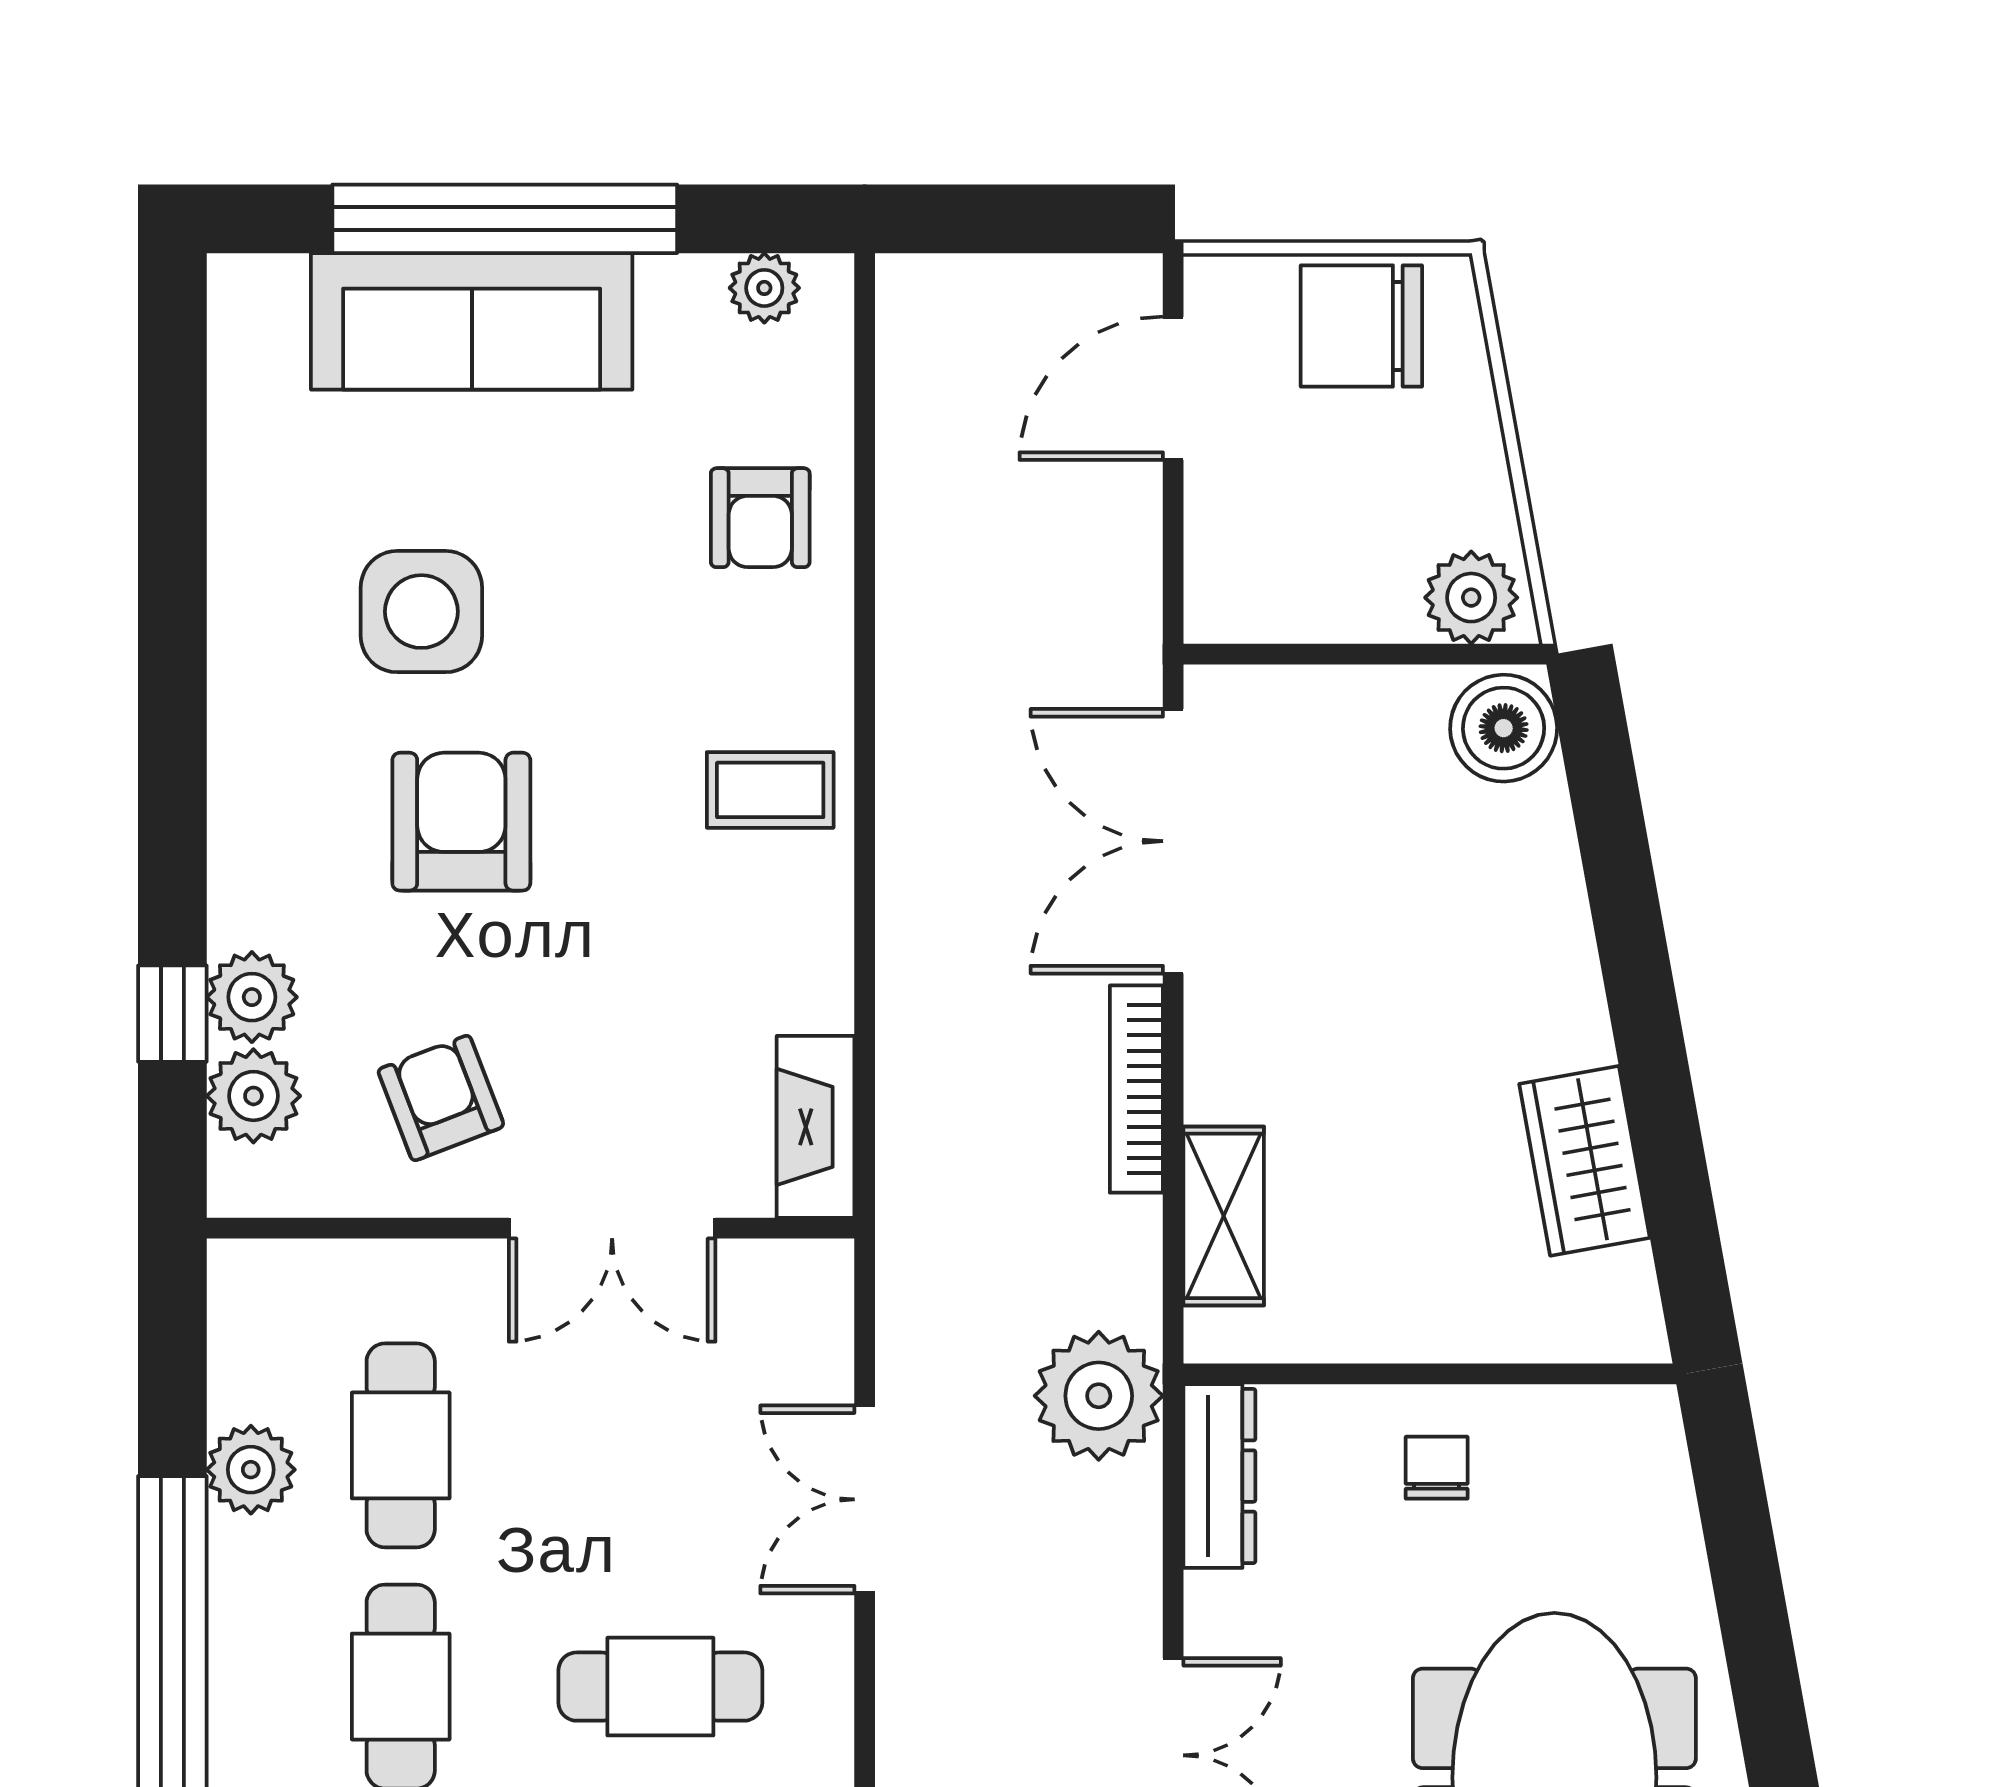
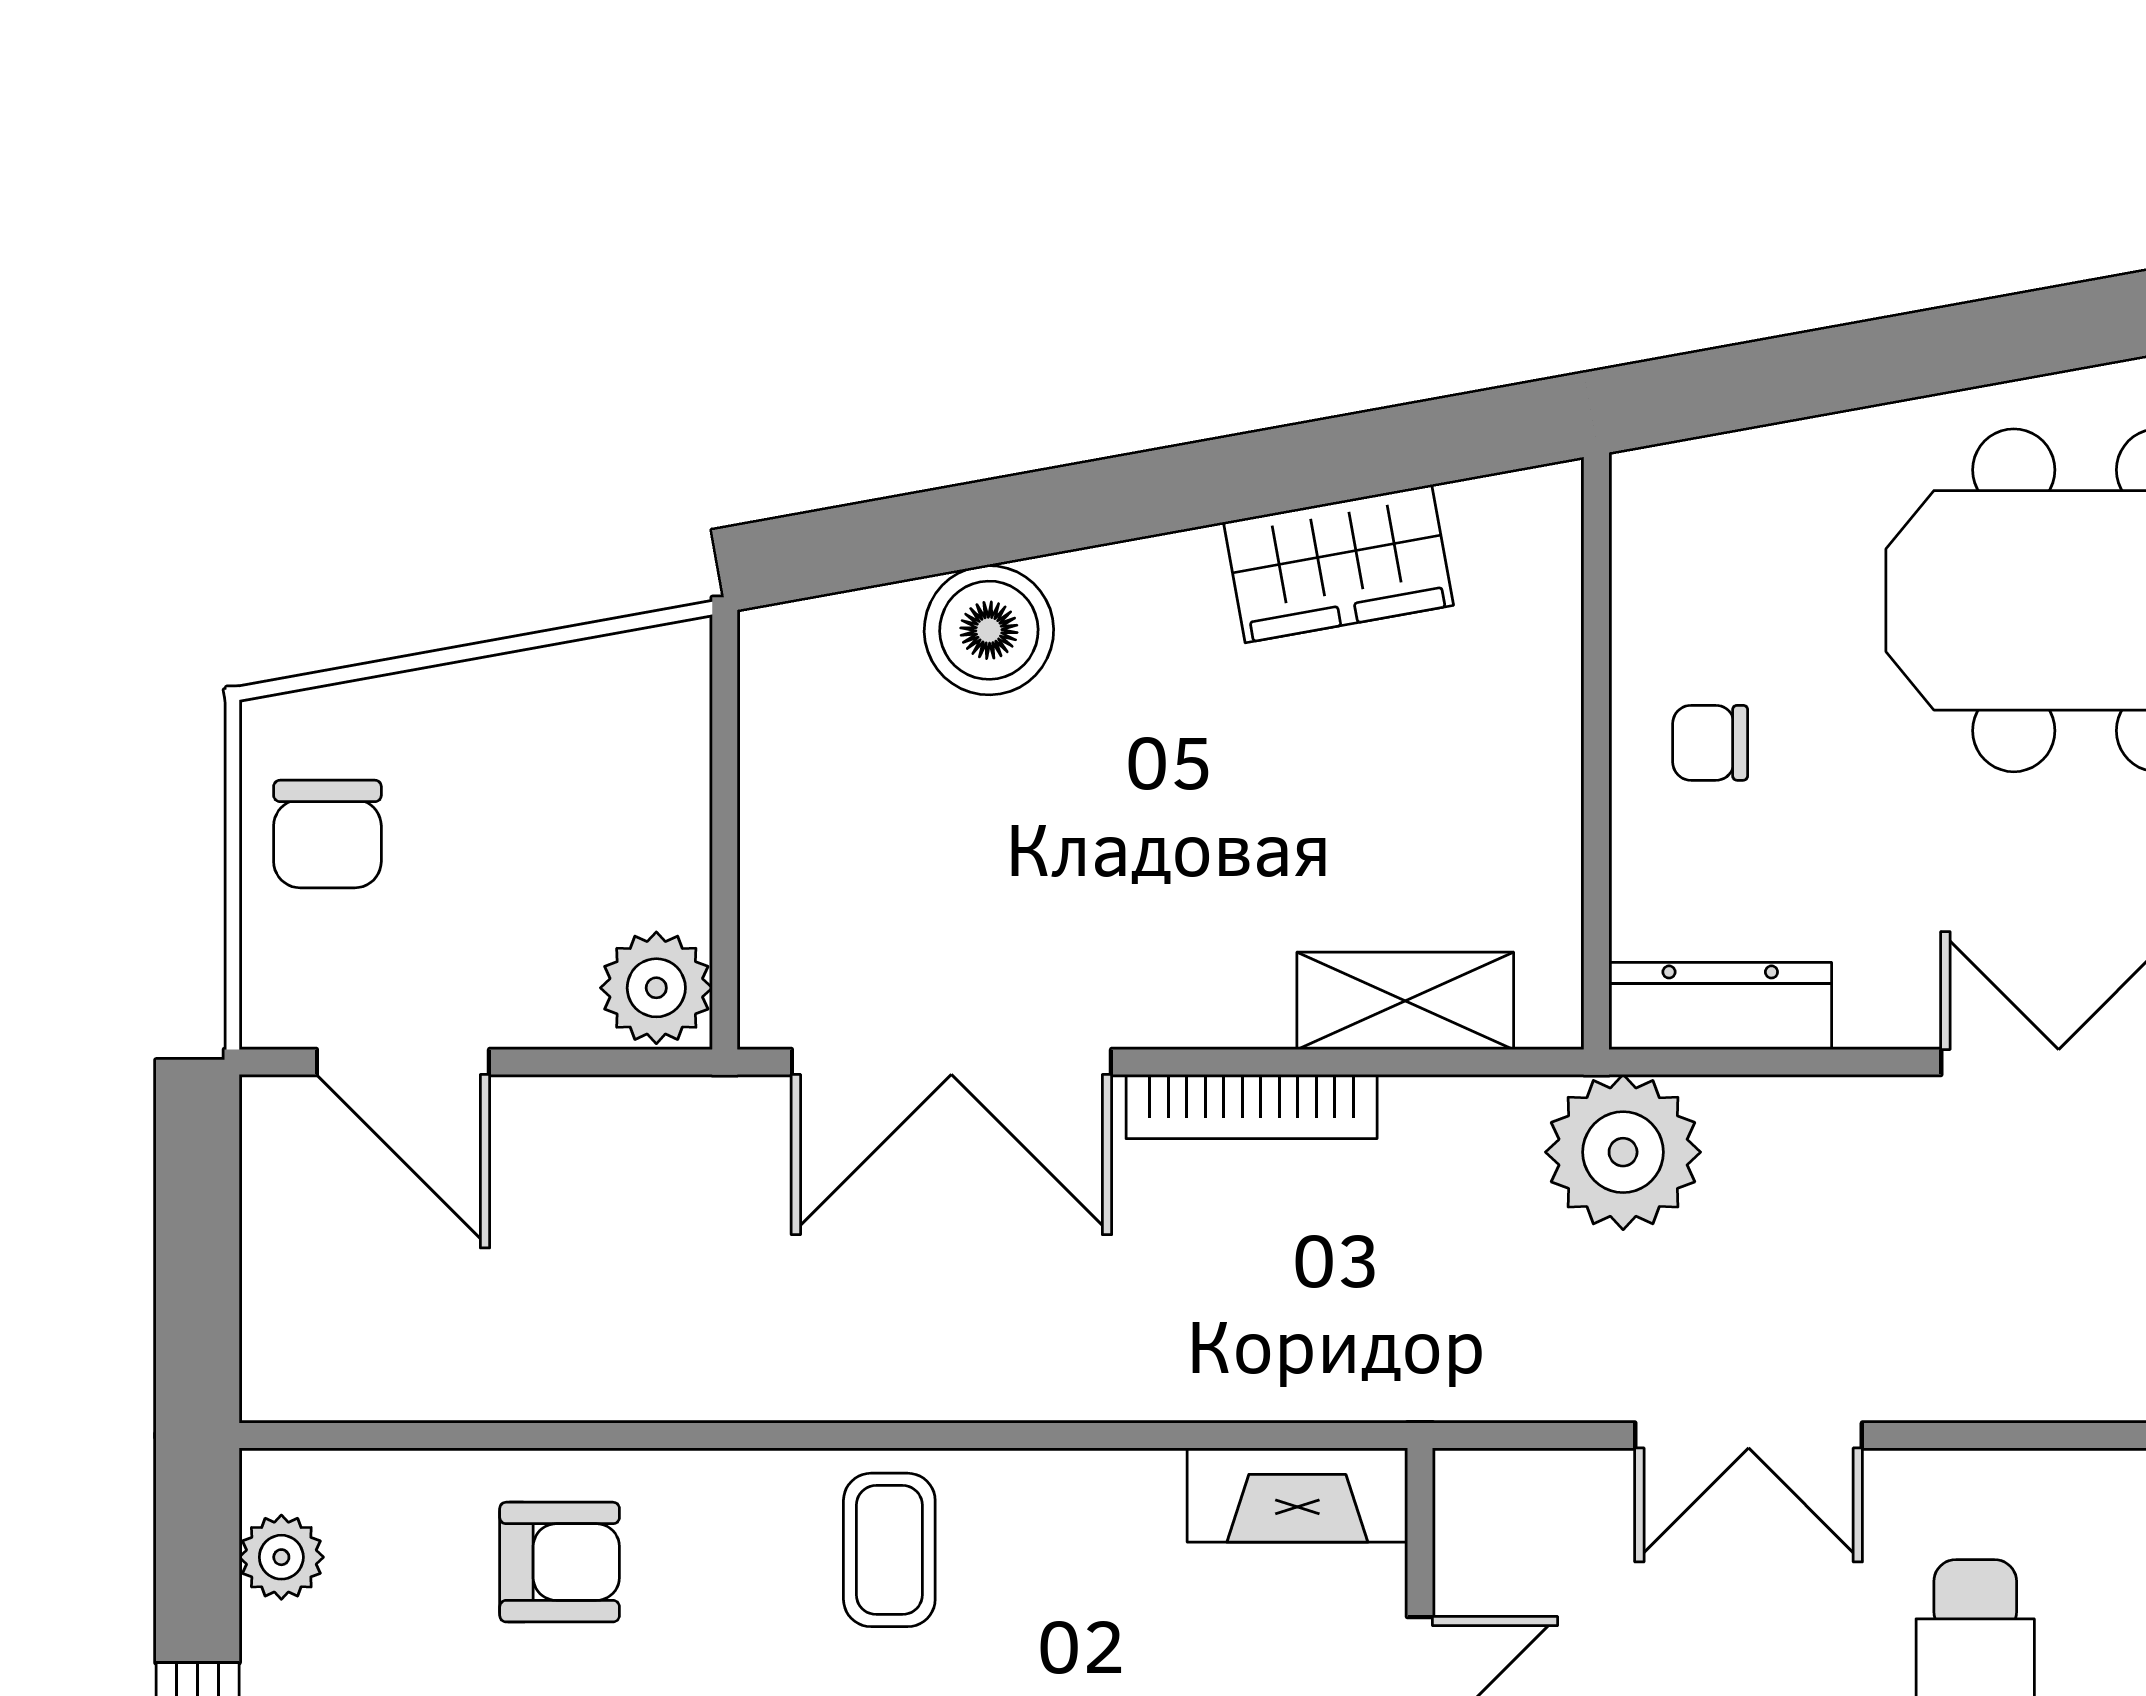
chair: (1361, 326) -> (327, 834), width x0.73, depth x0.73
plant: (1471, 598) -> (656, 988), moved
boiler: (1504, 728) -> (989, 630), moved

